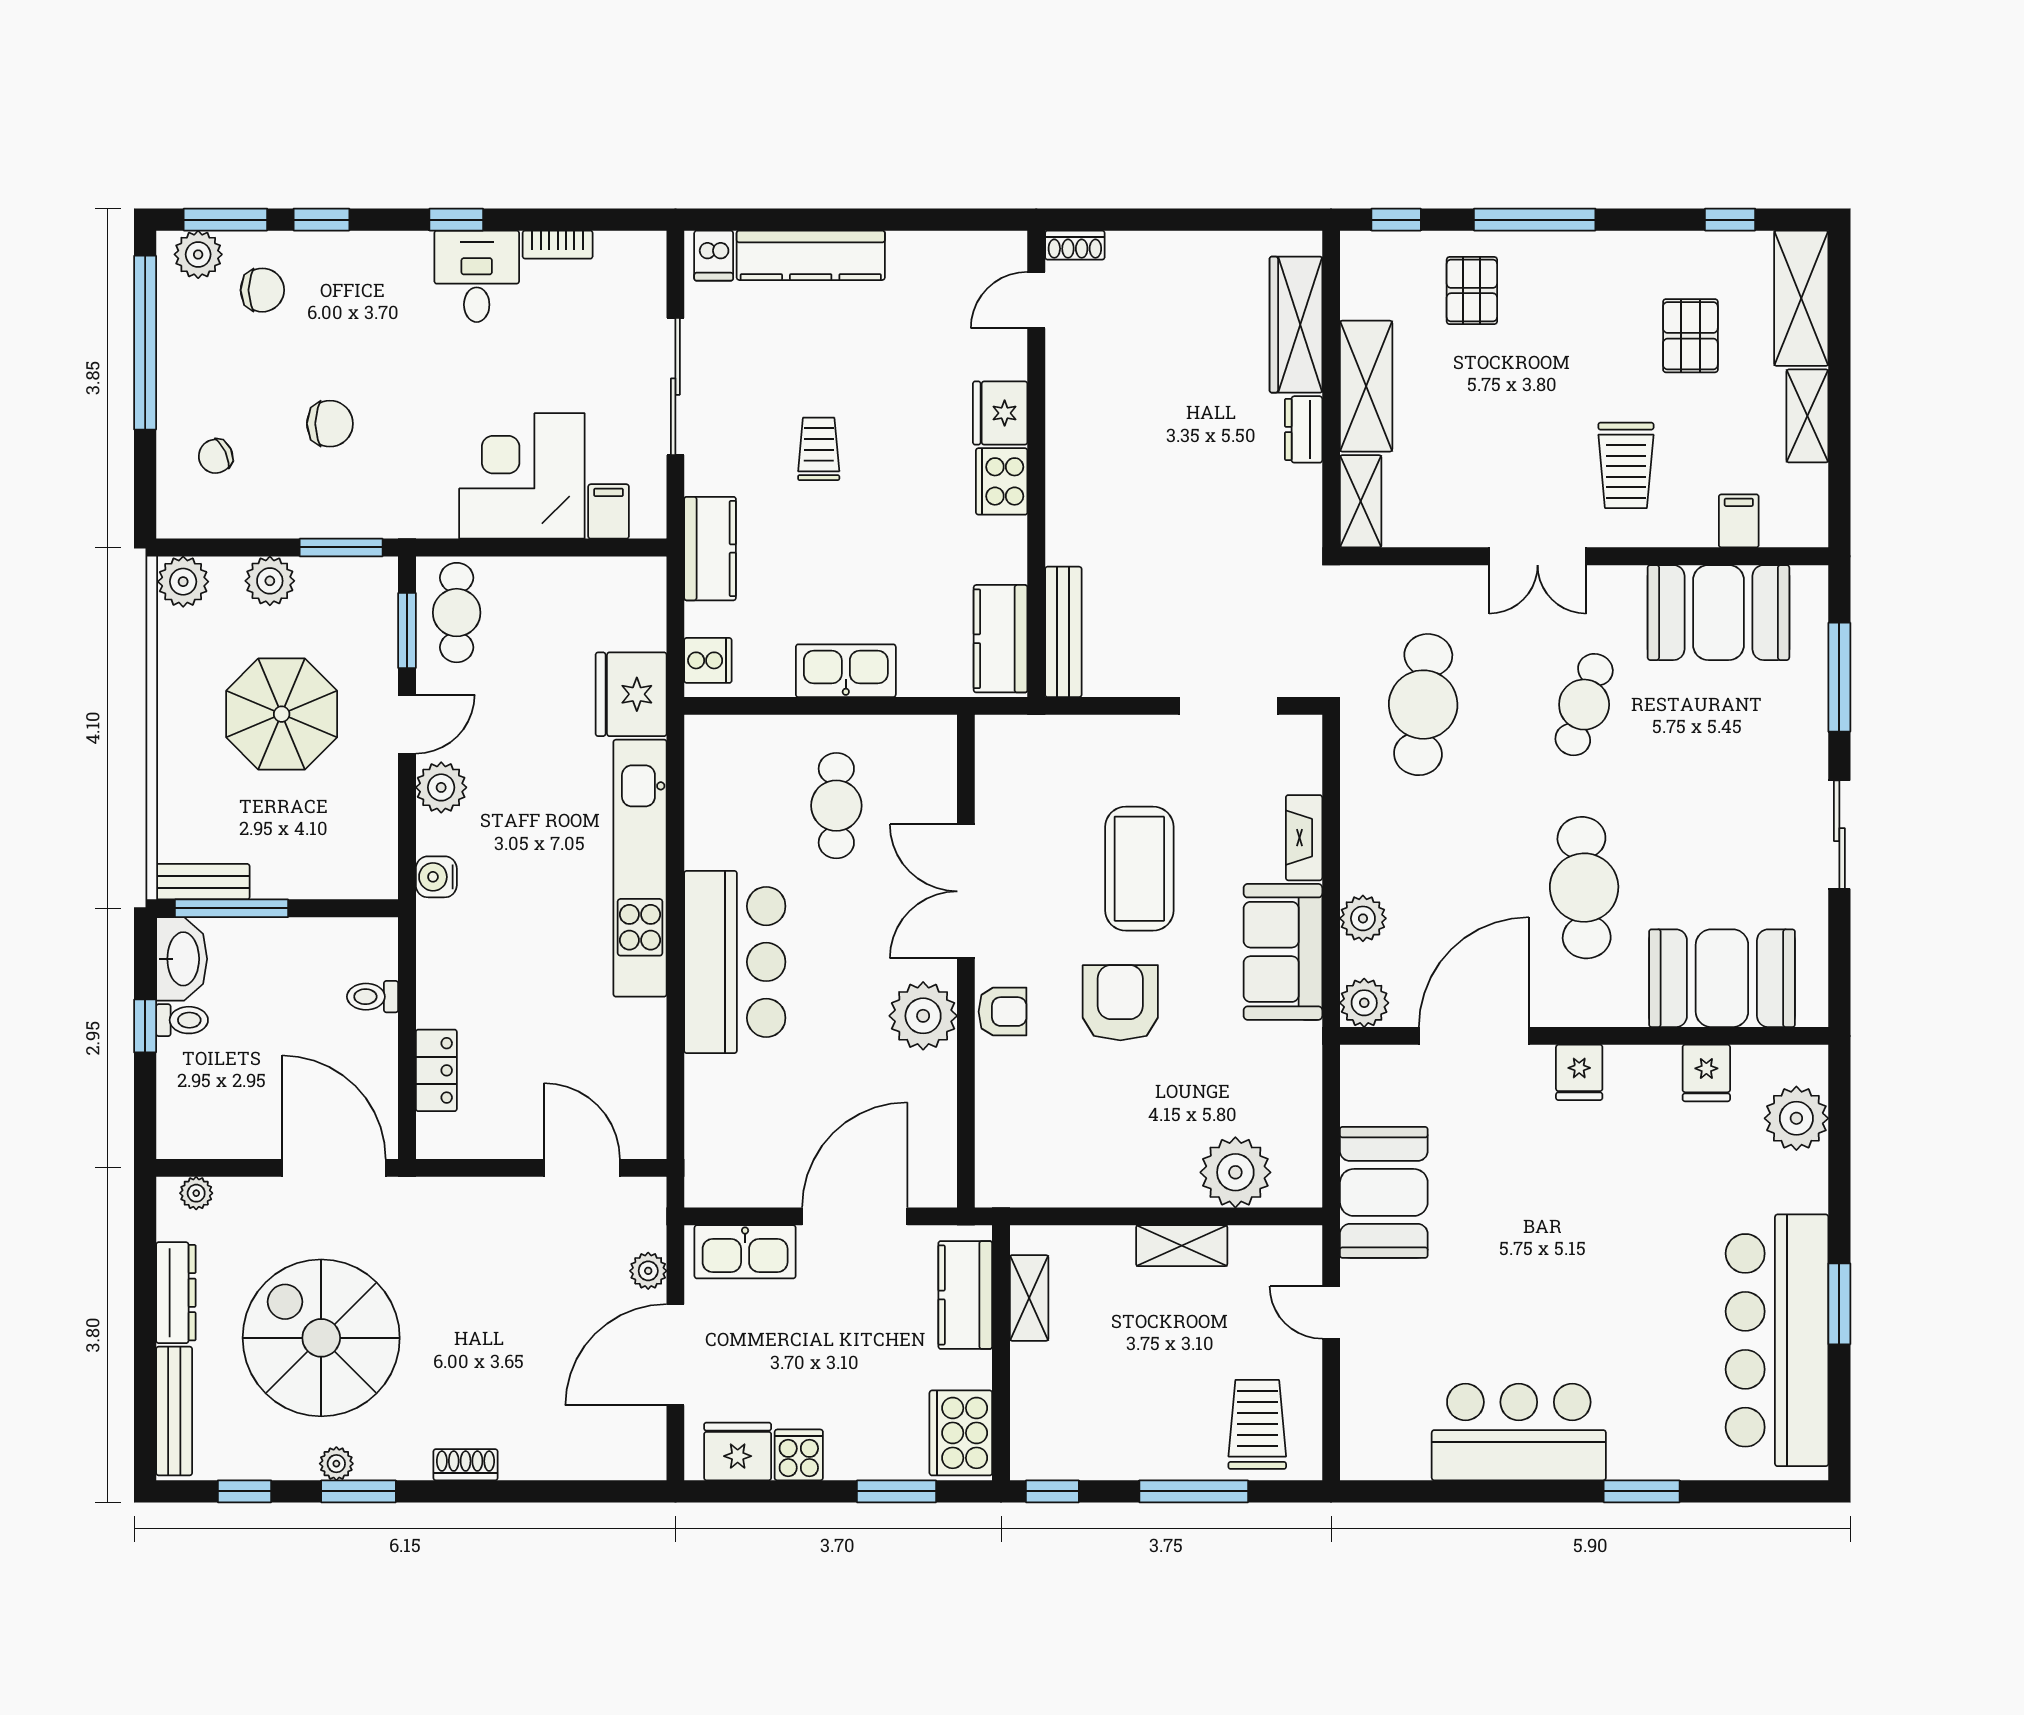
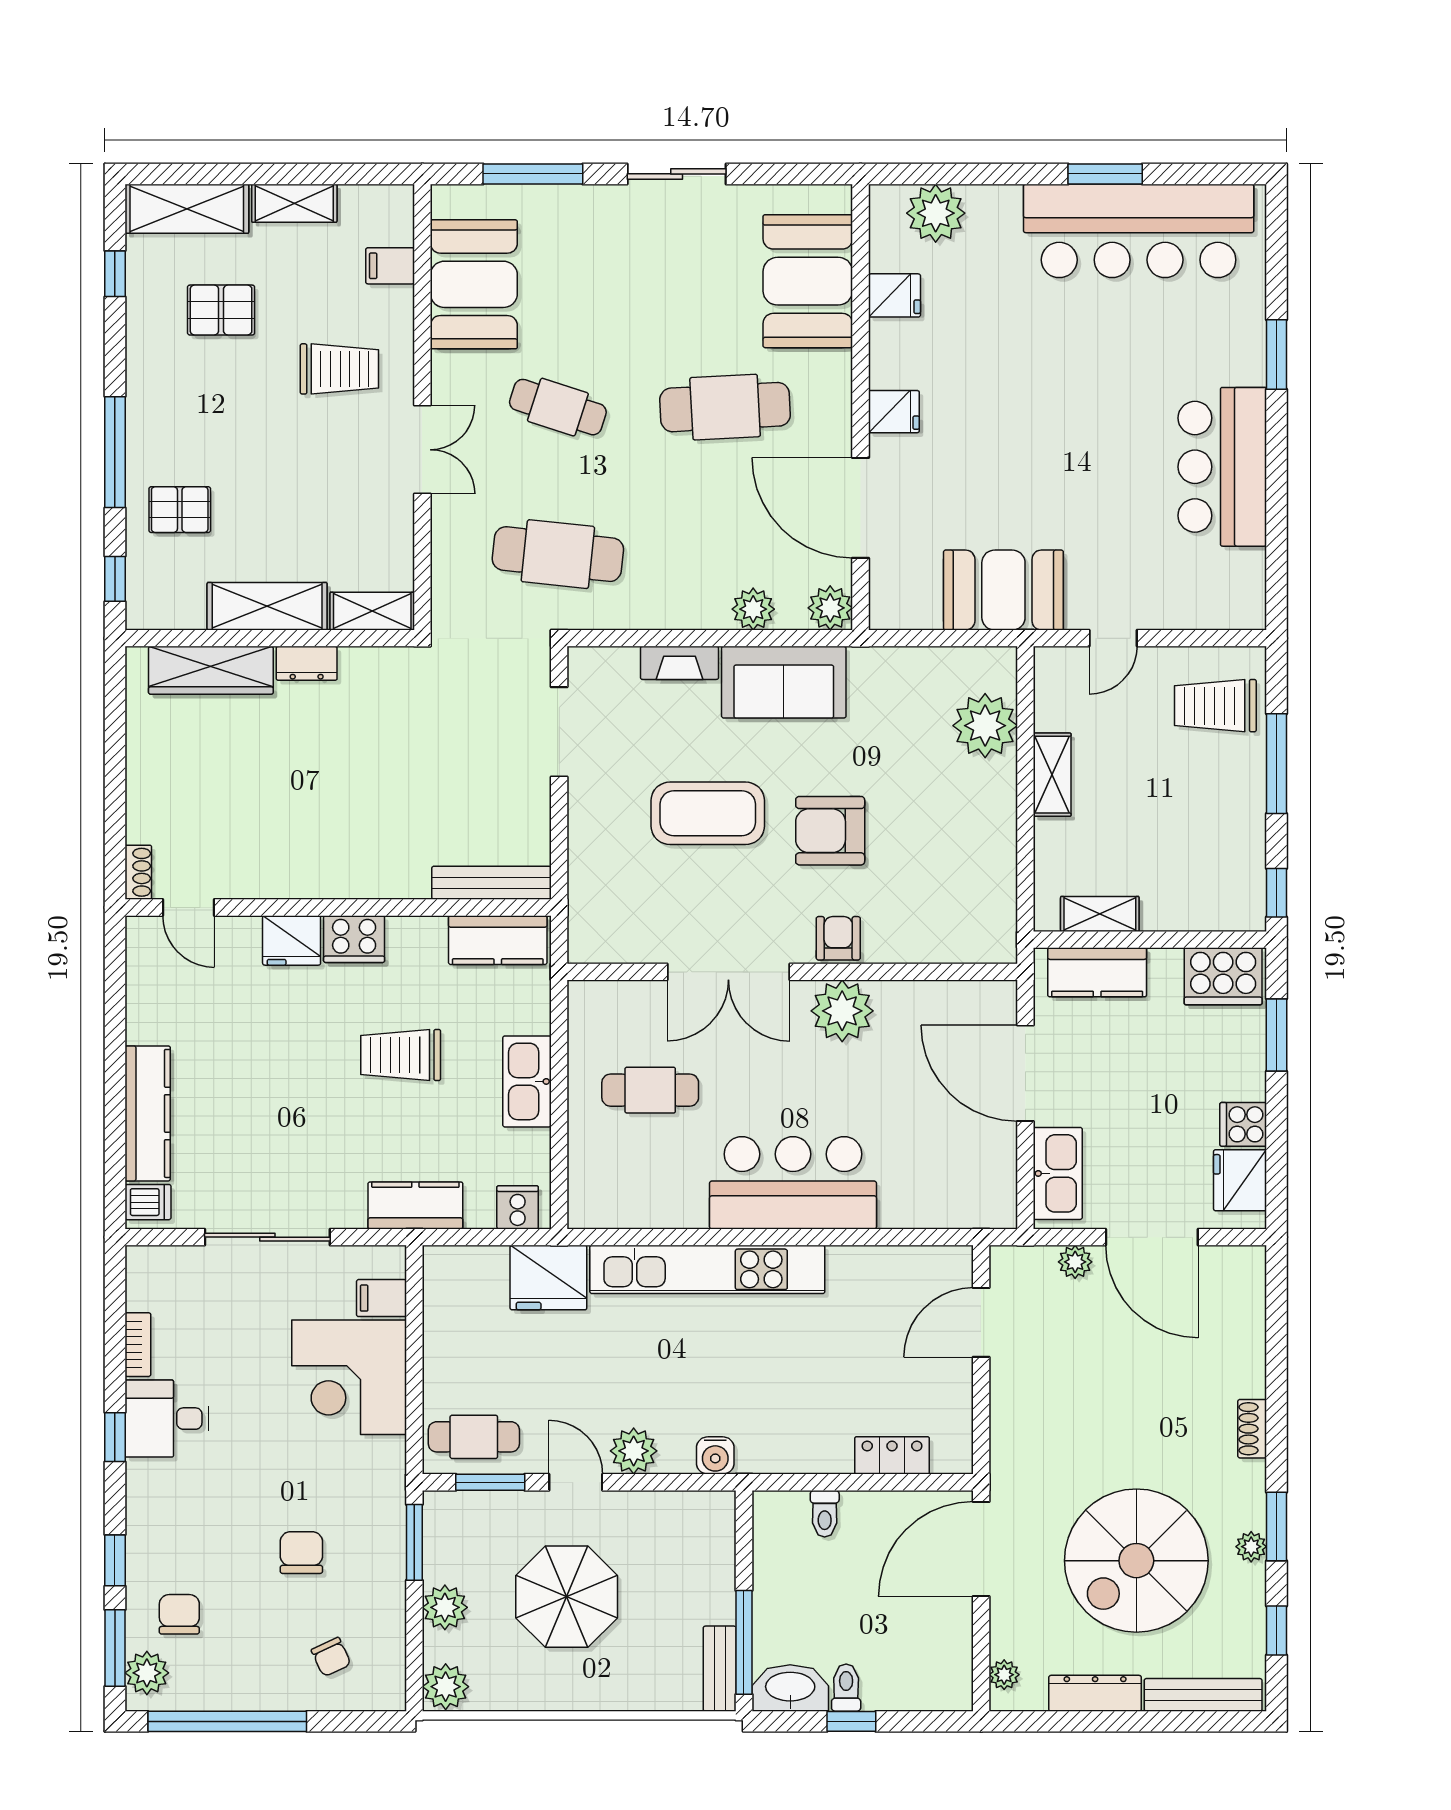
trolley: (819, 449) -> (401, 1055), moved, width x1.36, depth x1.39

